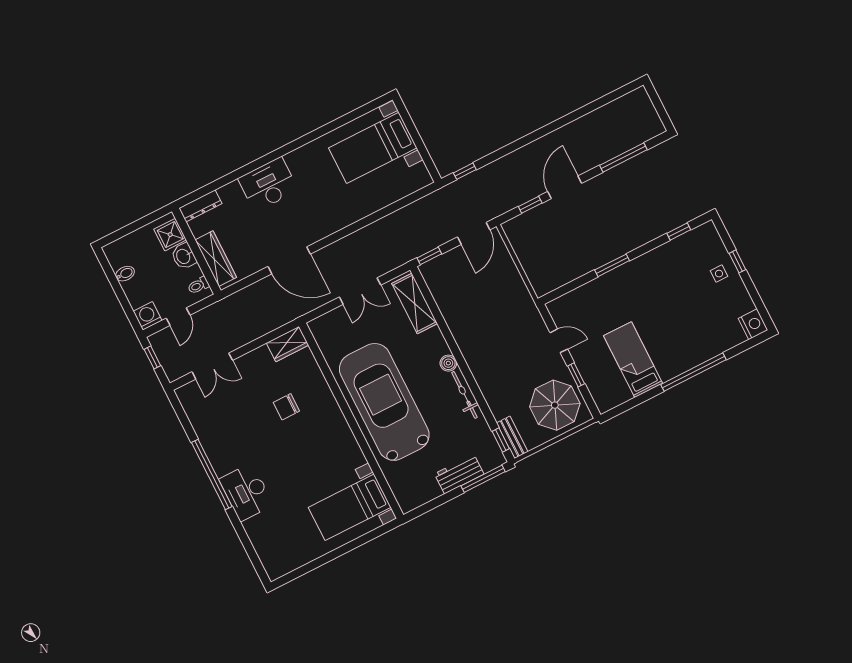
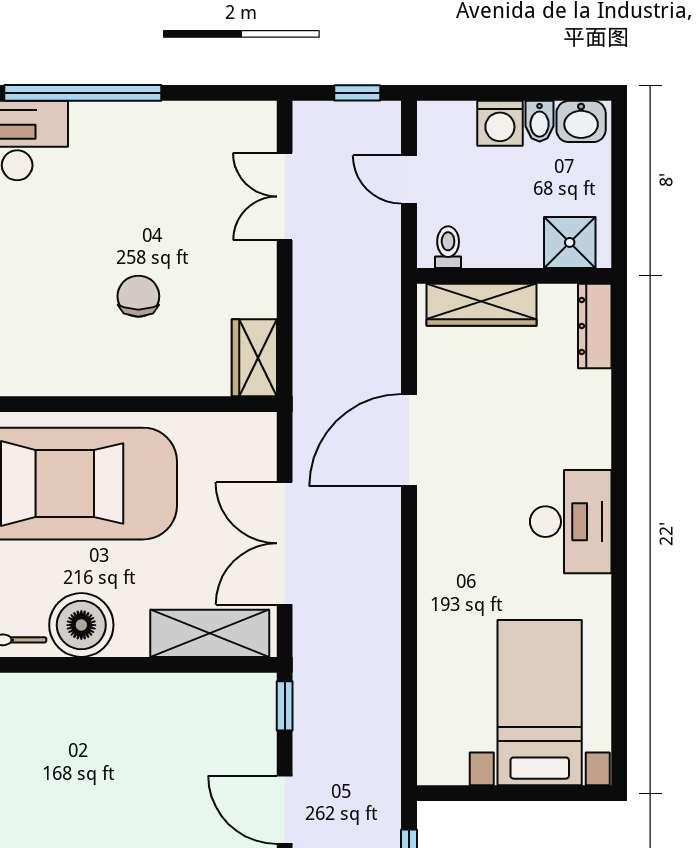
desk: (268, 184) -> (571, 522), moved
washbasin: (184, 256) -> (581, 121), moved, turned 180
double door: (360, 291) -> (285, 543), width x1.37
washing machine: (148, 316) -> (500, 123), moved, turned 90
boiler: (448, 363) -> (81, 625), width x1.86, depth x1.86

